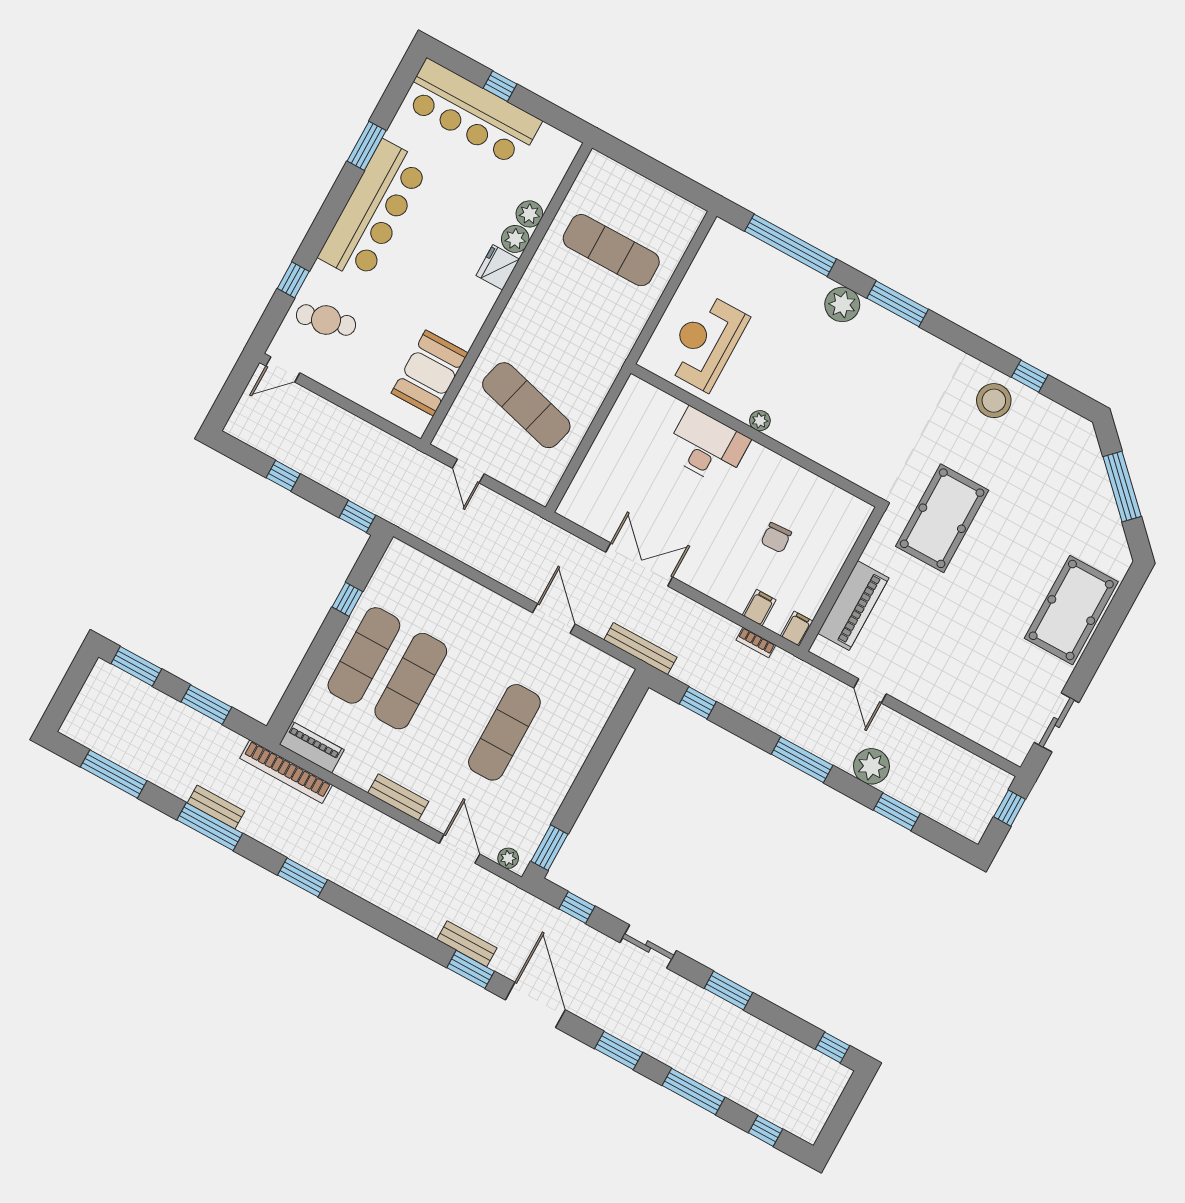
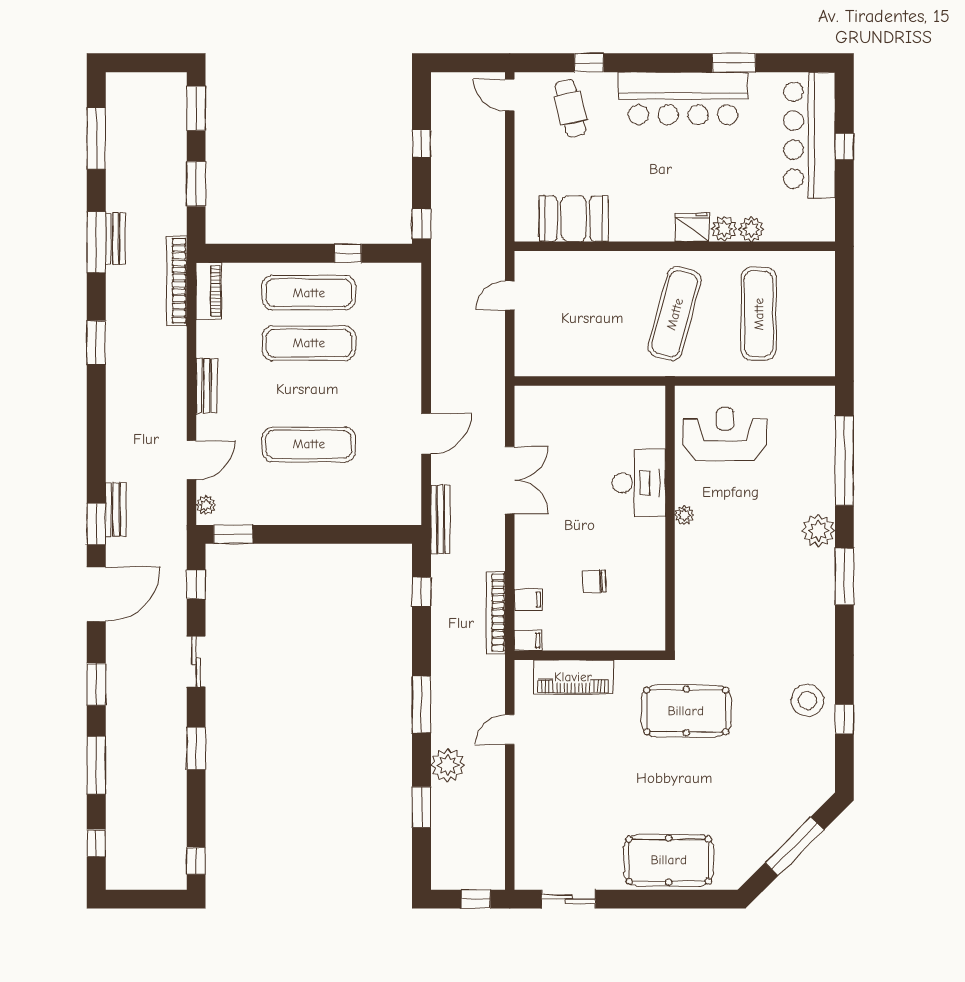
exercise mat: (526, 405) -> (675, 314), moved
bookcase: (756, 642) -> (496, 613), width x2.31, depth x1.31

